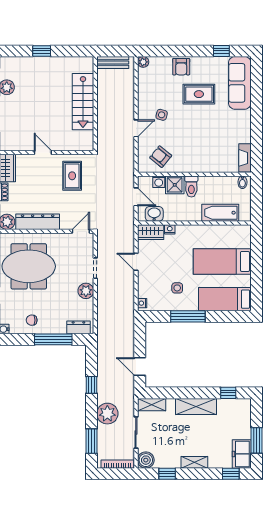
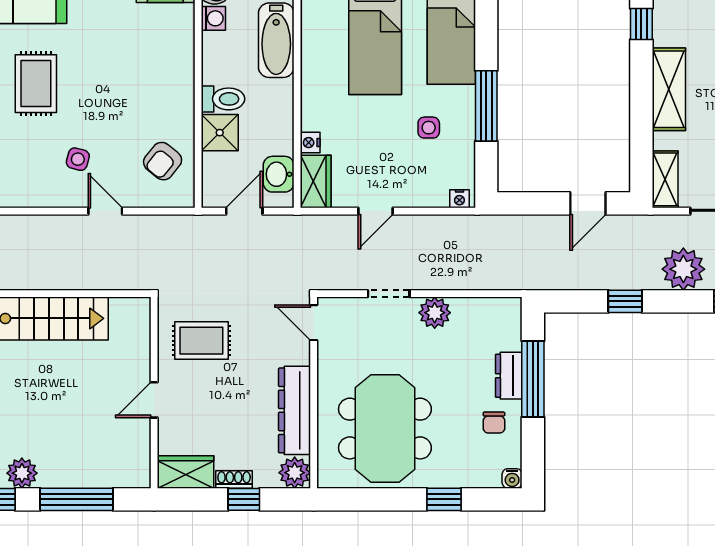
washing machine: (159, 182) -> (213, 18), moved
dresser: (78, 327) -> (509, 376), moved

